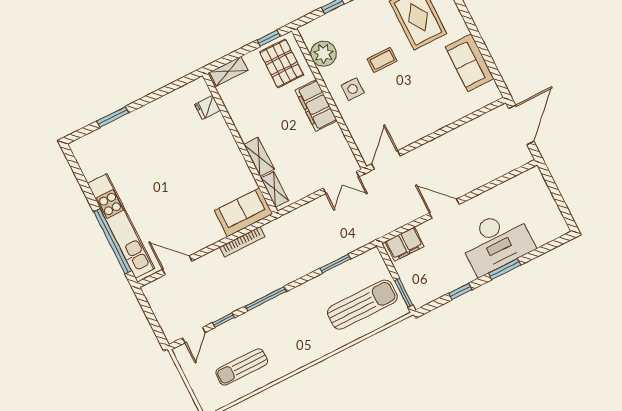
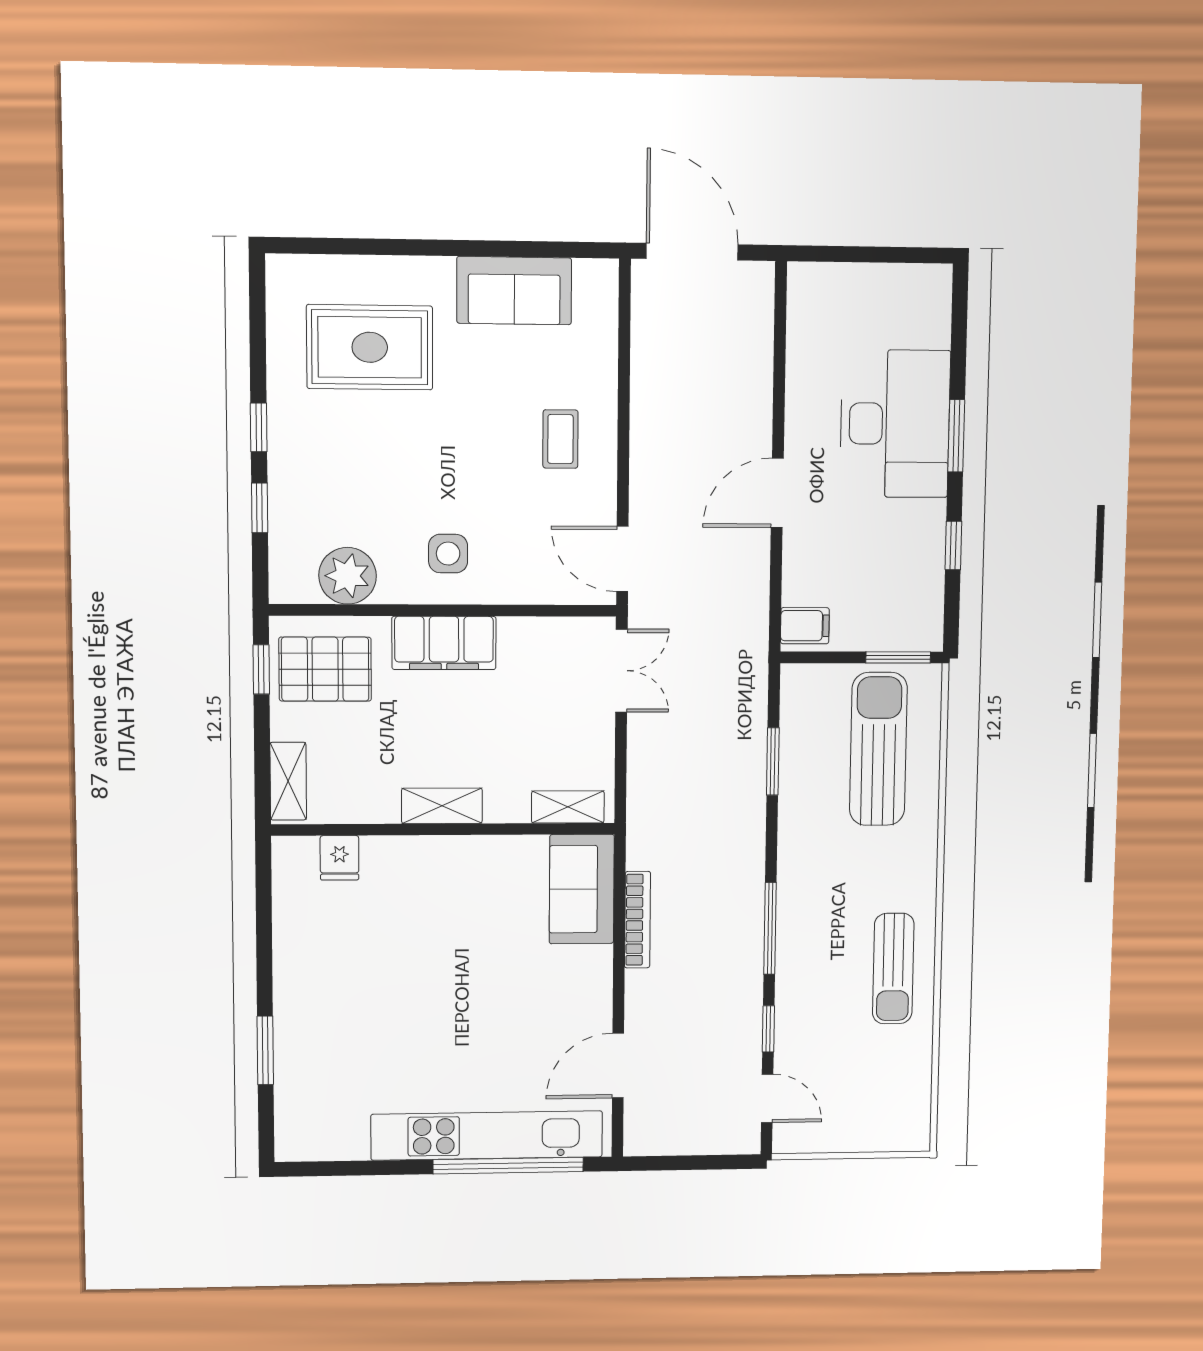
coffee table: (382, 60) -> (560, 439), moved
shelving: (259, 157) -> (442, 806), moved
filing cabinet: (404, 244) -> (805, 626), width x0.50
sun lounger: (242, 367) -> (893, 969), moved

